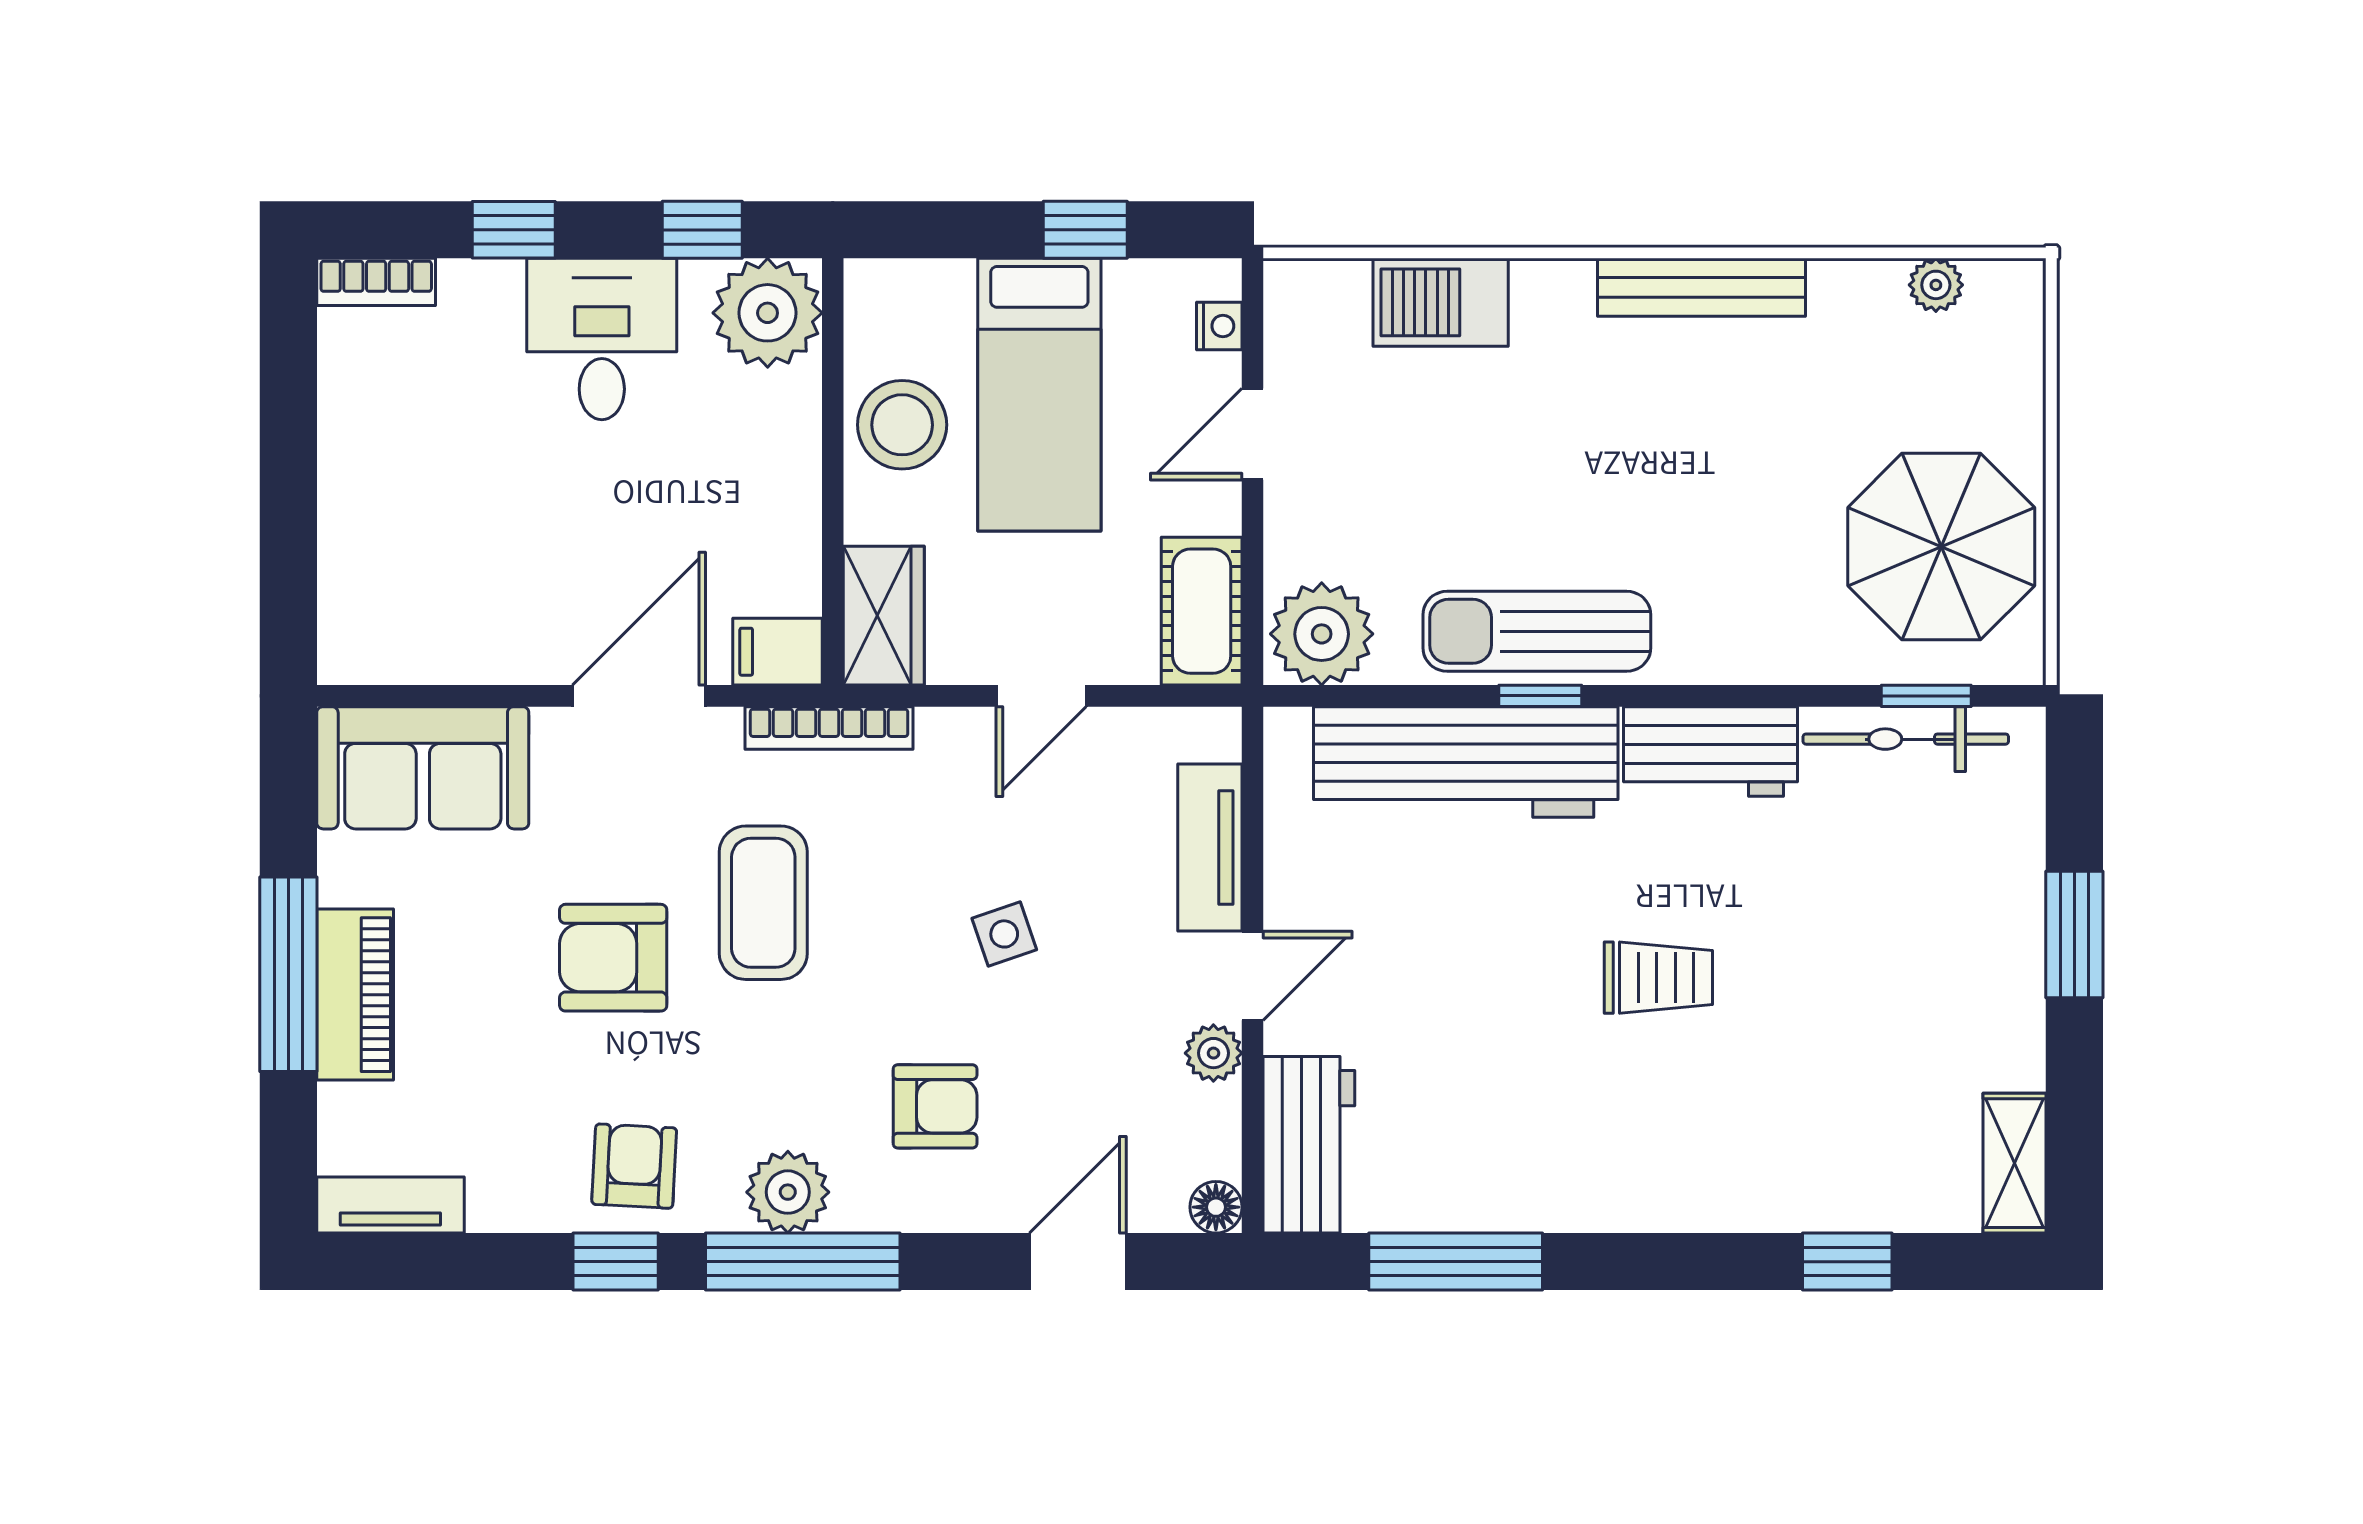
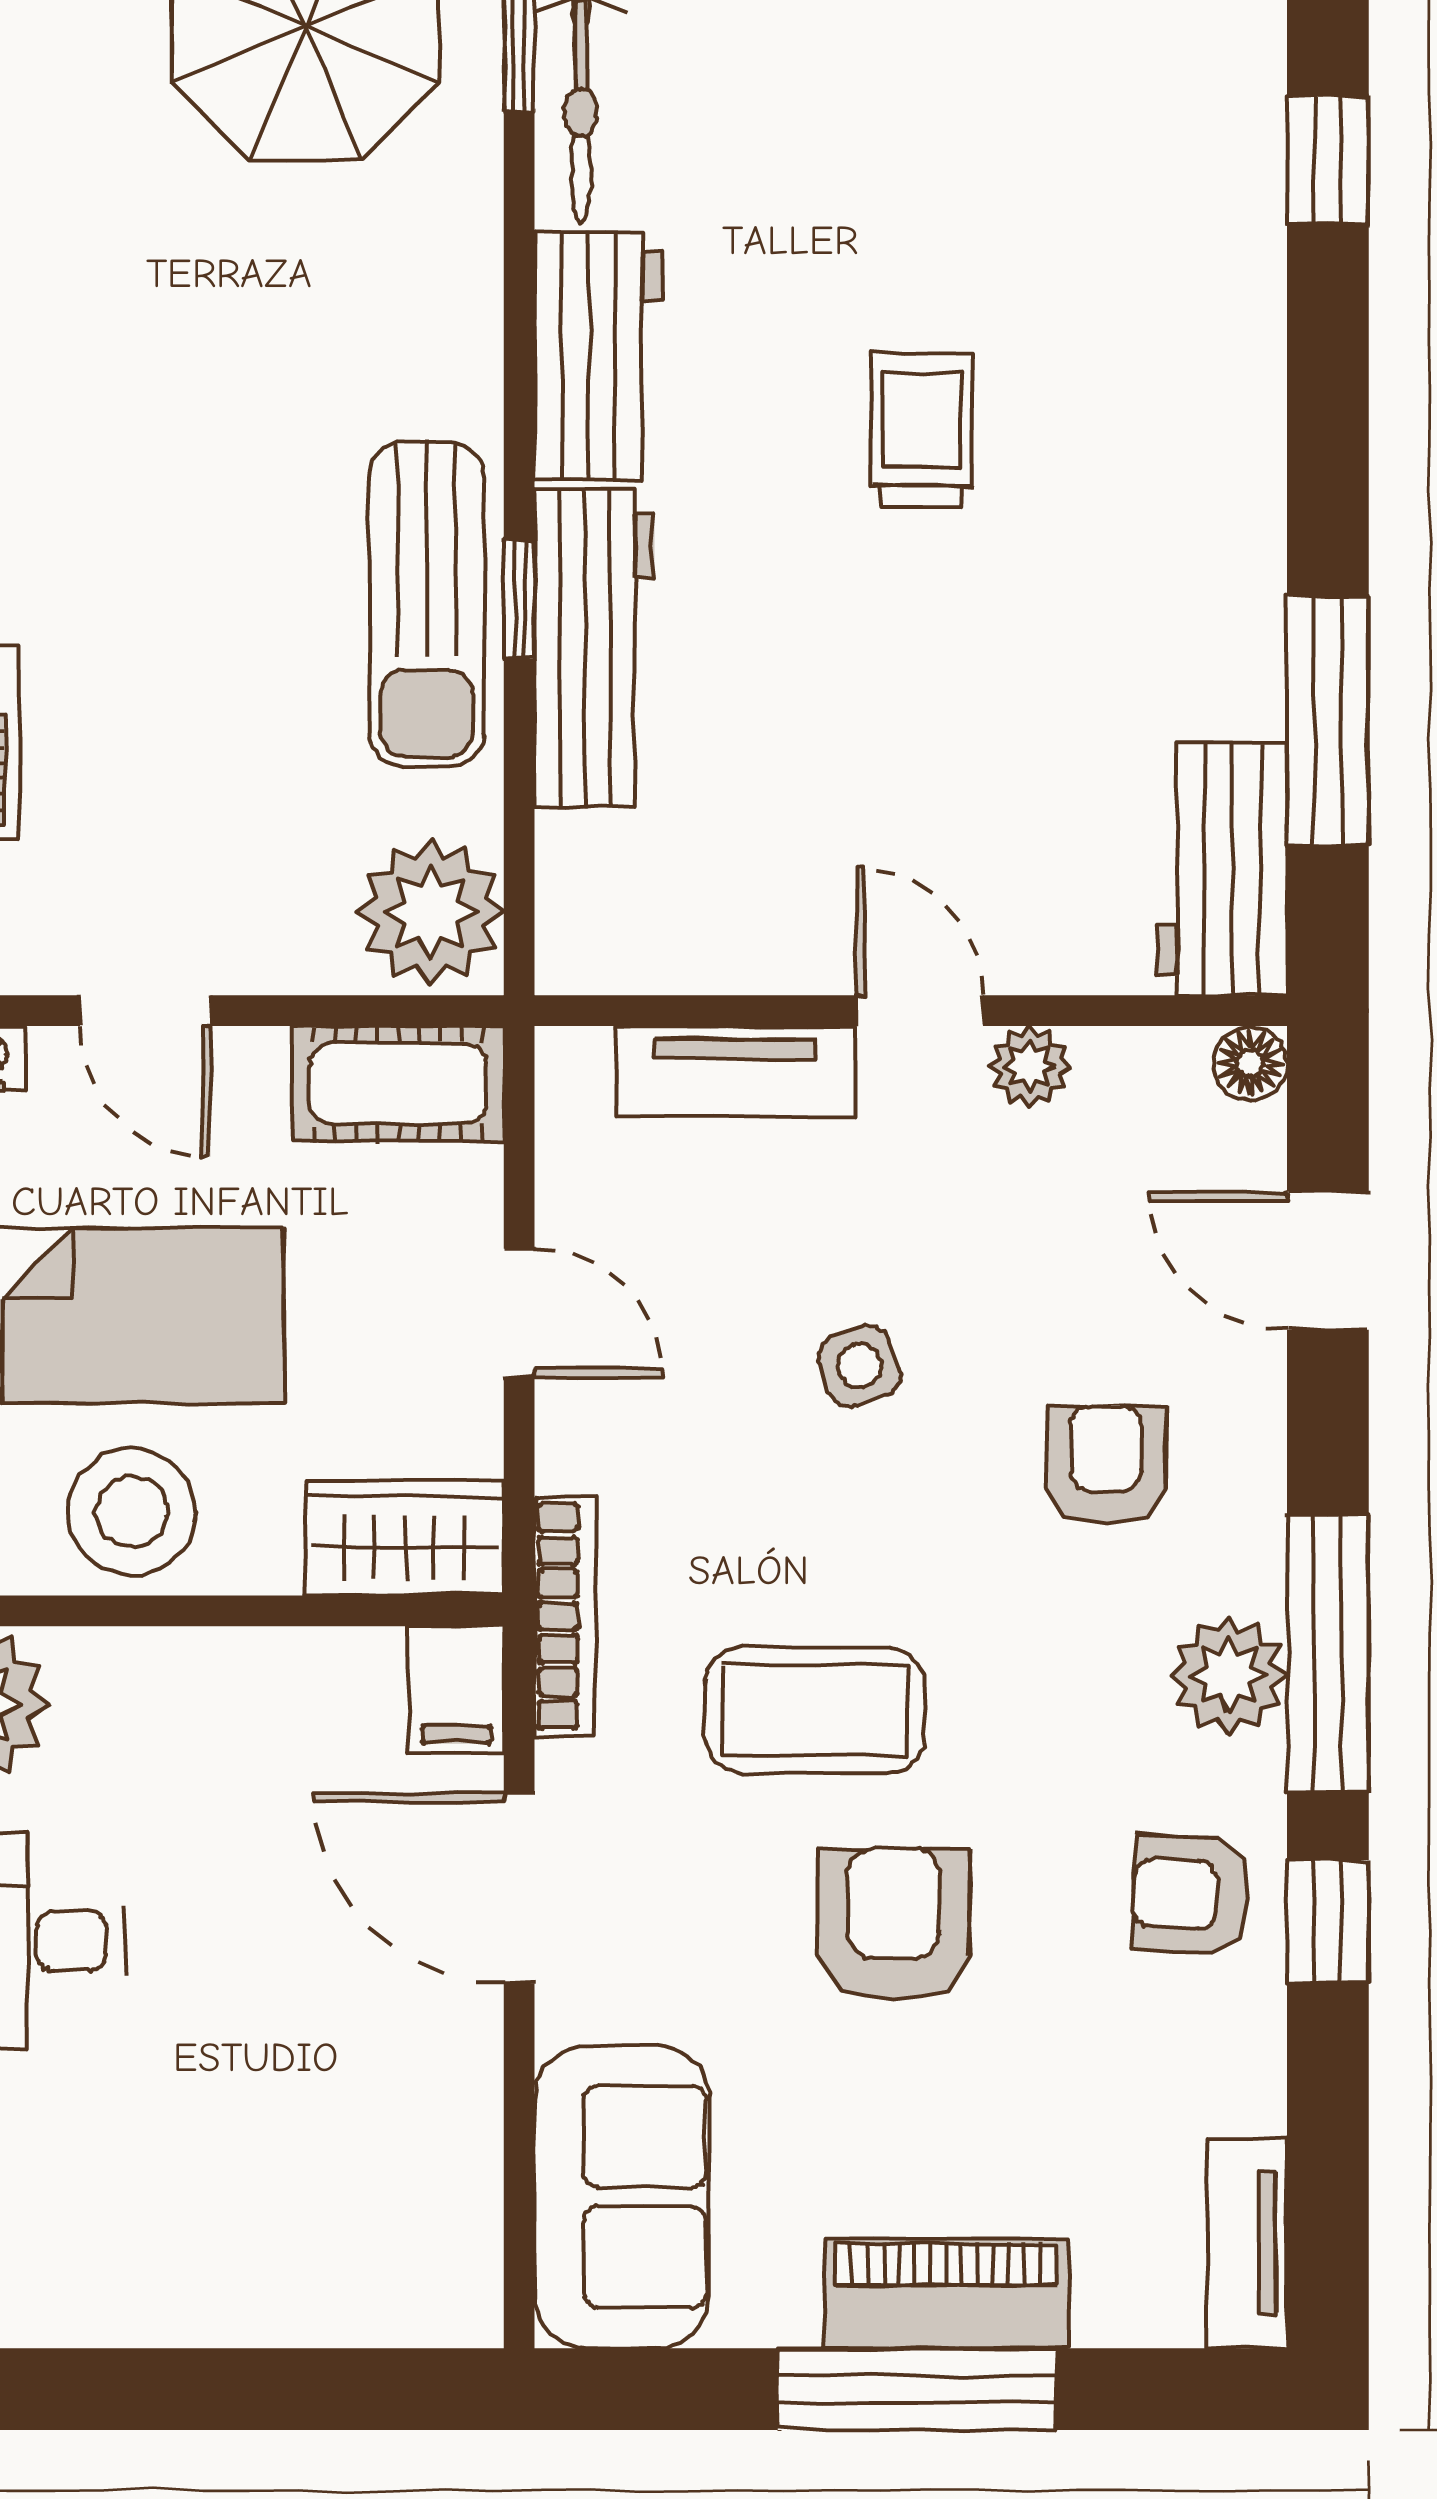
workbench: (1466, 762) -> (594, 648), width x0.73, depth x0.76
armchair: (613, 958) -> (893, 1925), turned 180
workbench: (1309, 1145) -> (1222, 869), moved, turned -90

